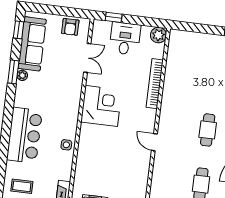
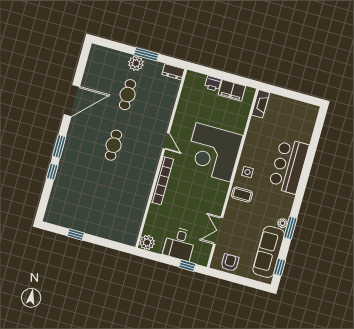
bookcase: (155, 84) -> (162, 181), moved
corner desk: (101, 106) -> (213, 152), moved, width x1.36, depth x1.36
side table: (66, 145) -> (247, 172), moved
coffee table: (22, 186) -> (242, 195), moved

